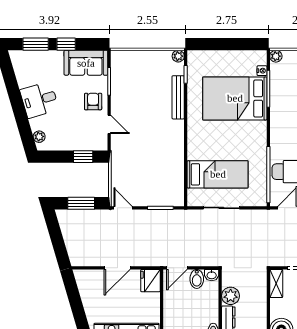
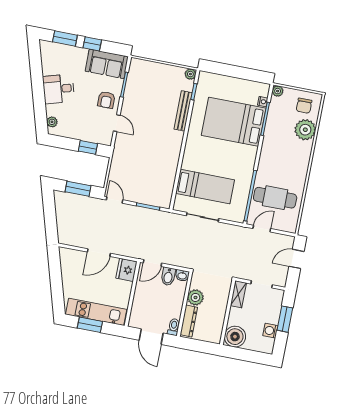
armchair: (93, 102) -> (106, 100), turned 180

